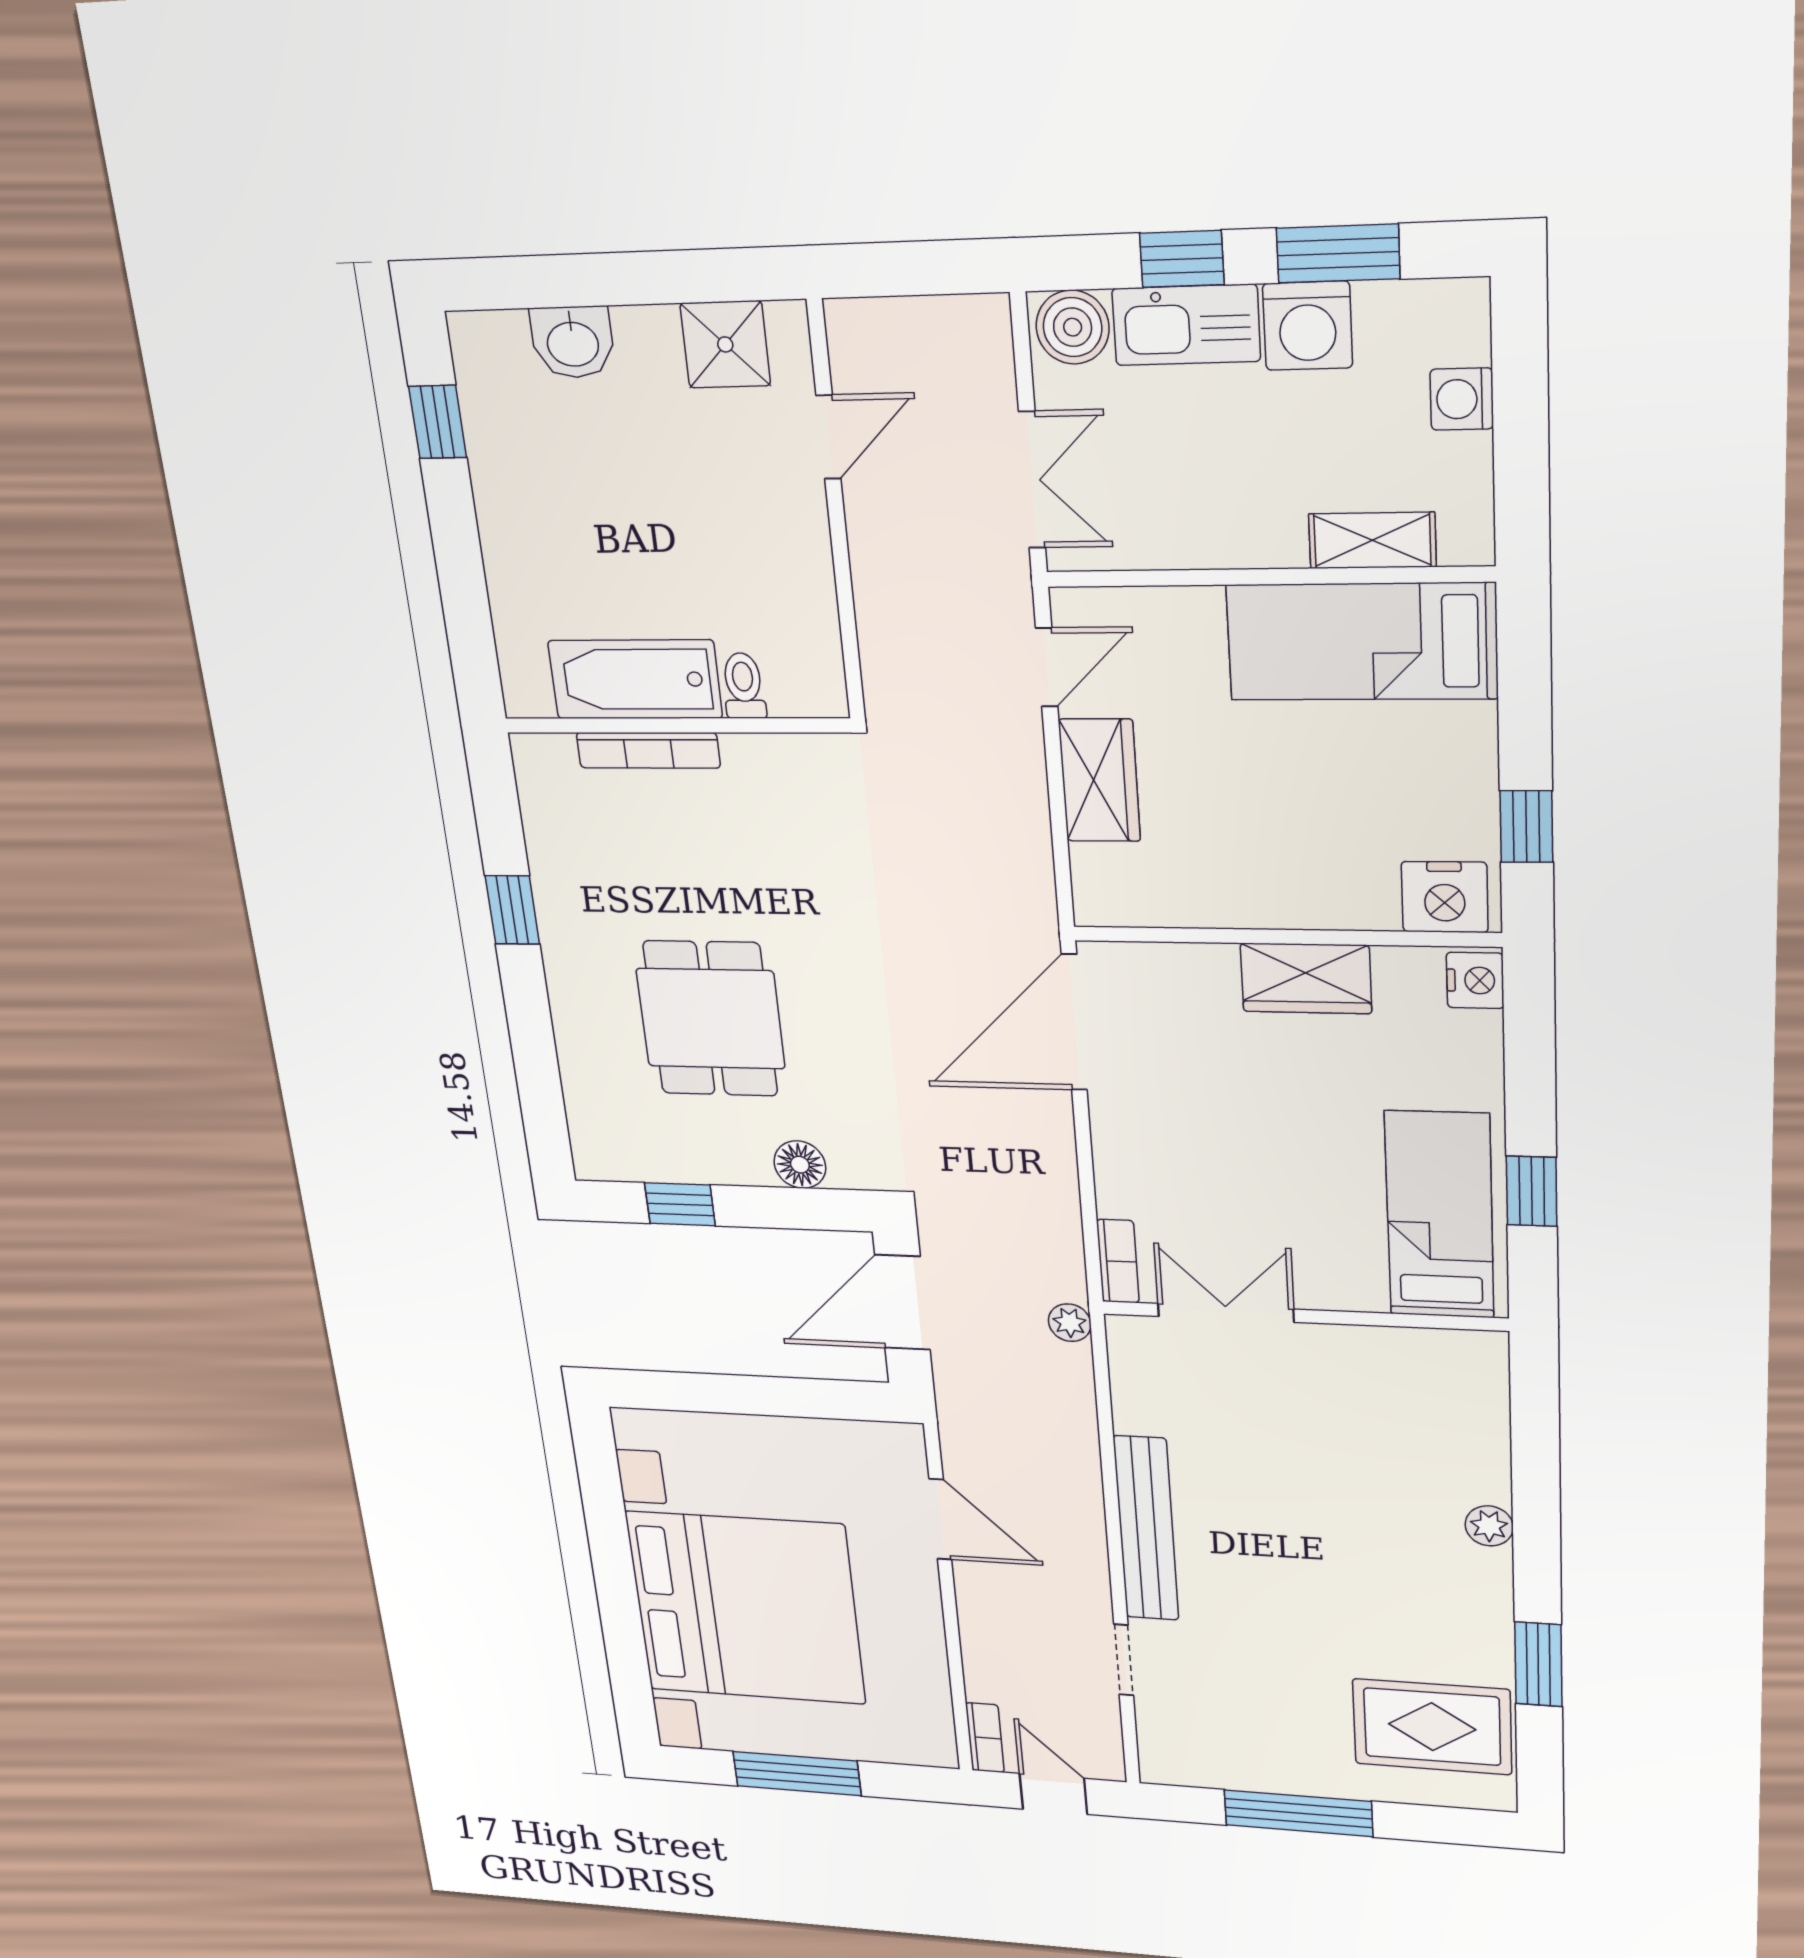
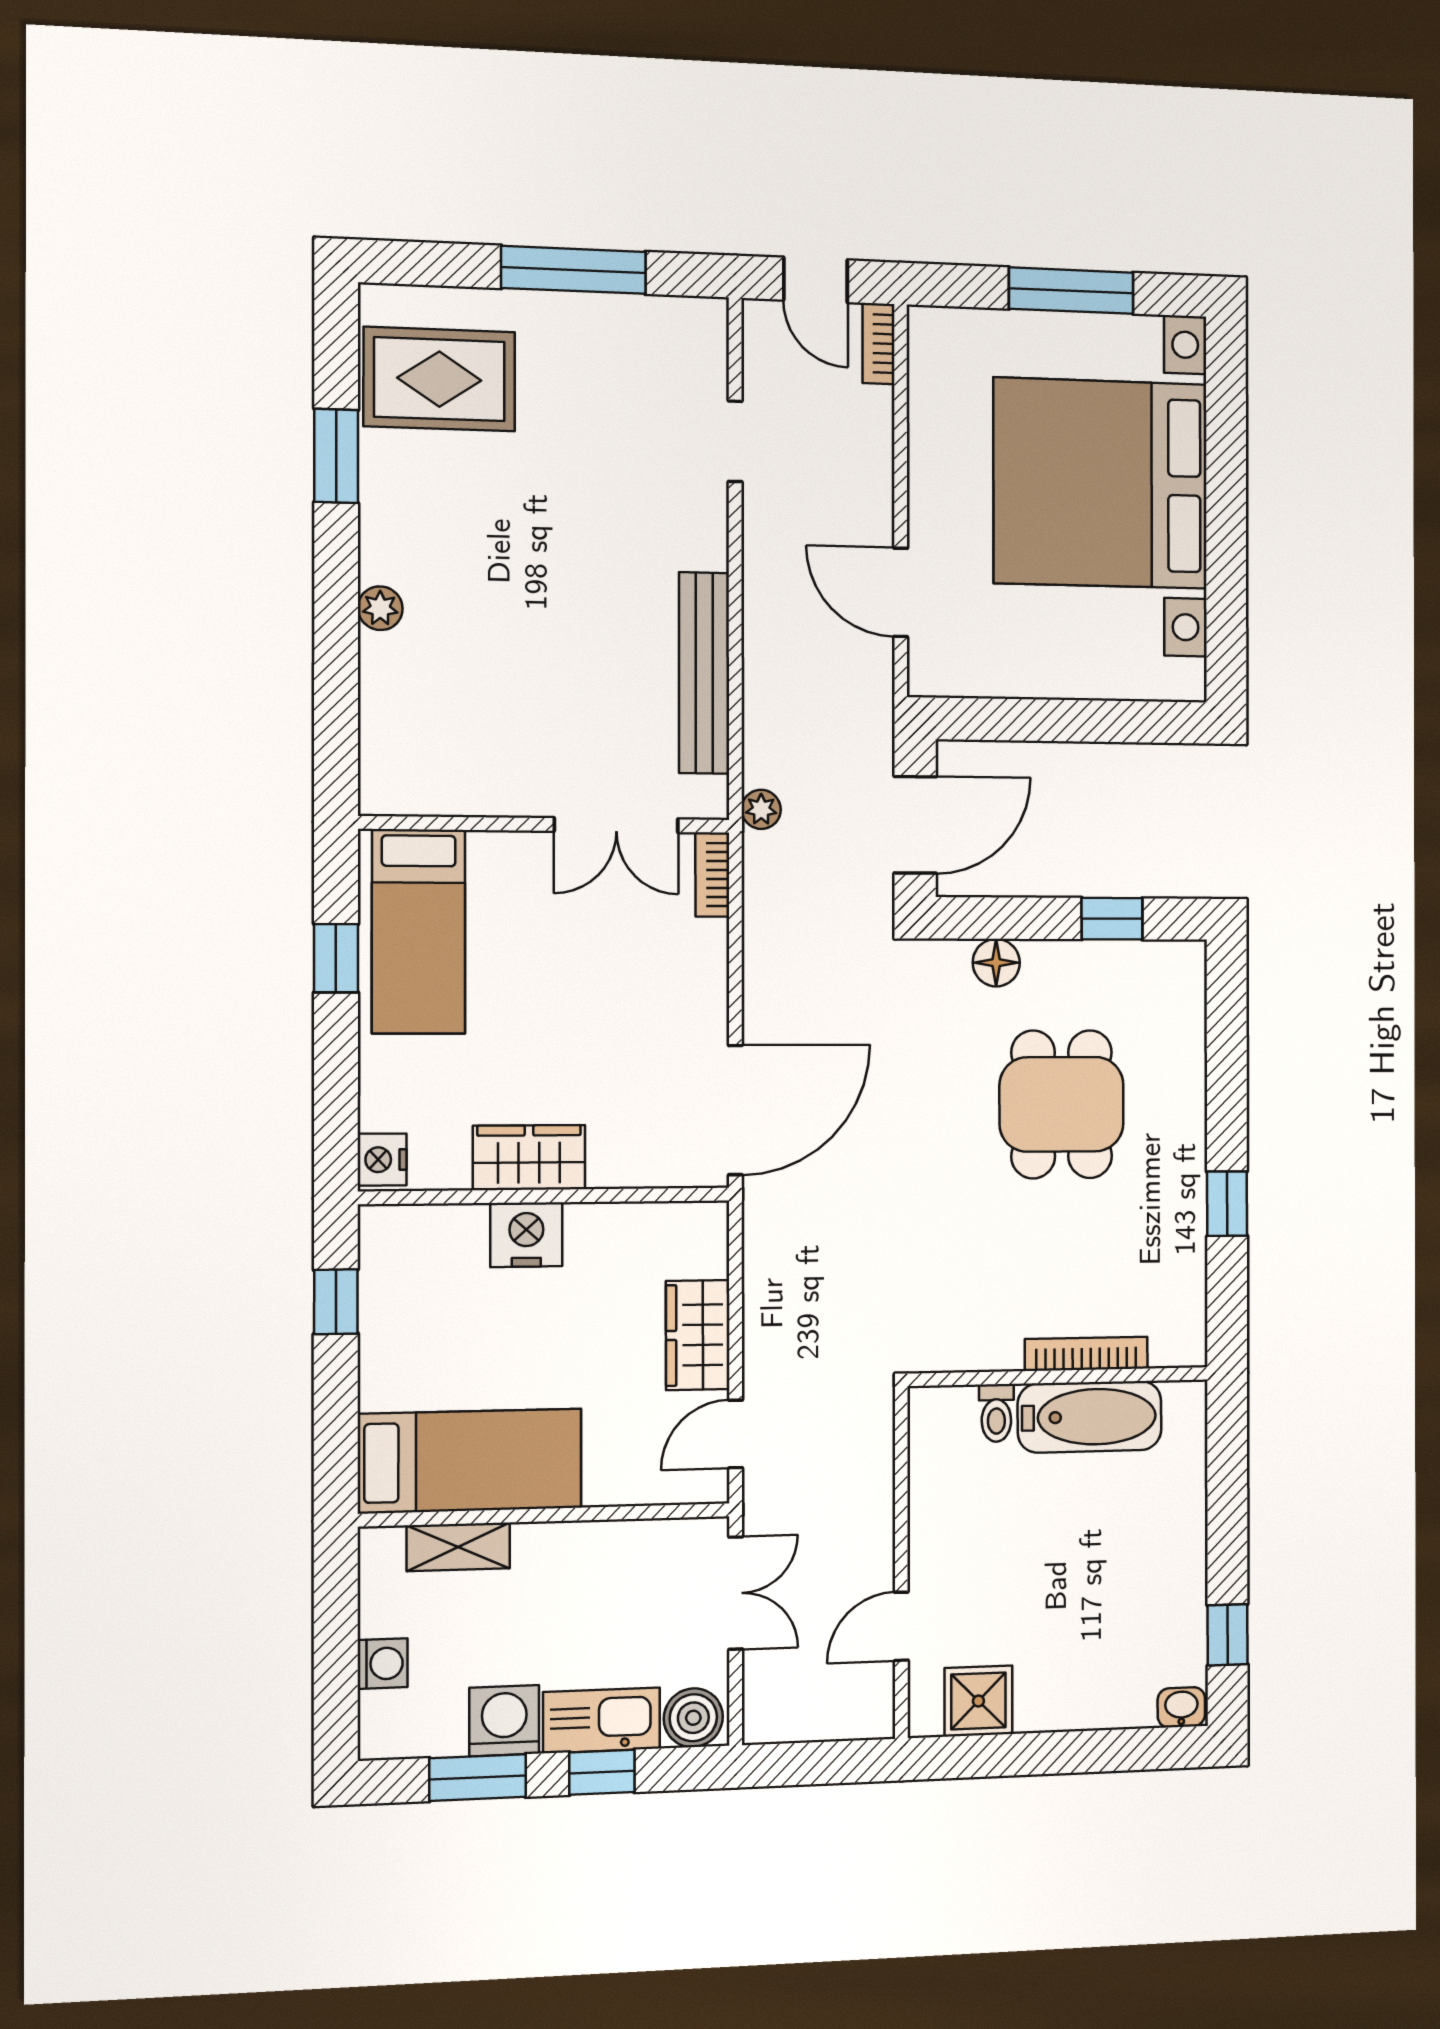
washbasin: (573, 342) -> (1181, 1707), moved, width x0.72, depth x0.69
double door: (1032, 480) -> (736, 1593), swing flipped
nightstand: (1445, 897) -> (526, 1235), moved
bench: (1146, 1529) -> (704, 673), moved

